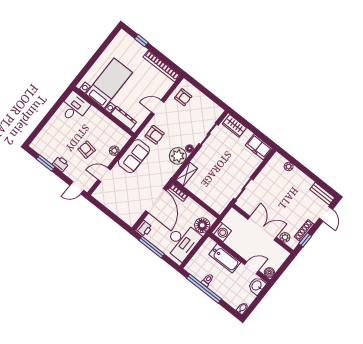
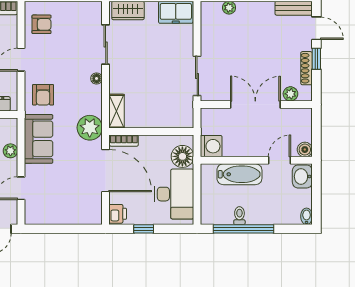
armchair: (155, 135) -> (43, 95), turned 92
plant: (178, 156) -> (90, 128), moved
window: (305, 240) -> (316, 59), moved
window: (152, 247) -> (144, 229), width x0.46

